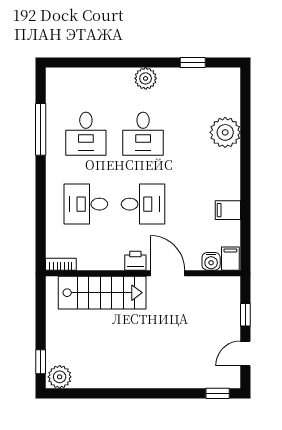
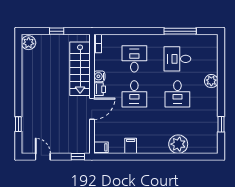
plant: (146, 78) -> (211, 81), moved
desk: (143, 134) -> (177, 94), turned -90
water cooler: (211, 261) -> (99, 76), moved
window: (245, 315) -> (78, 157), moved
window: (41, 362) -> (57, 31), moved
window: (218, 393) -> (18, 124), moved

